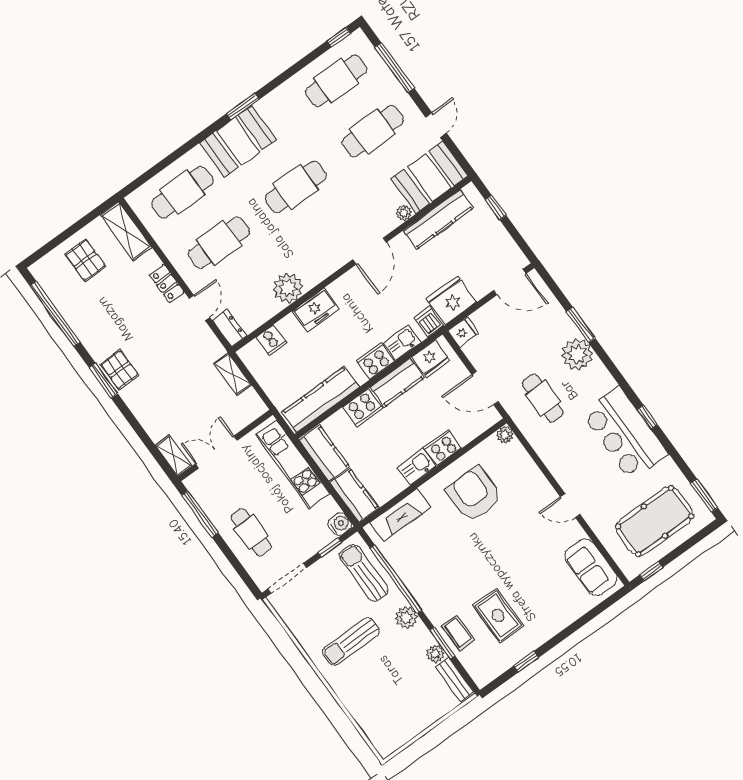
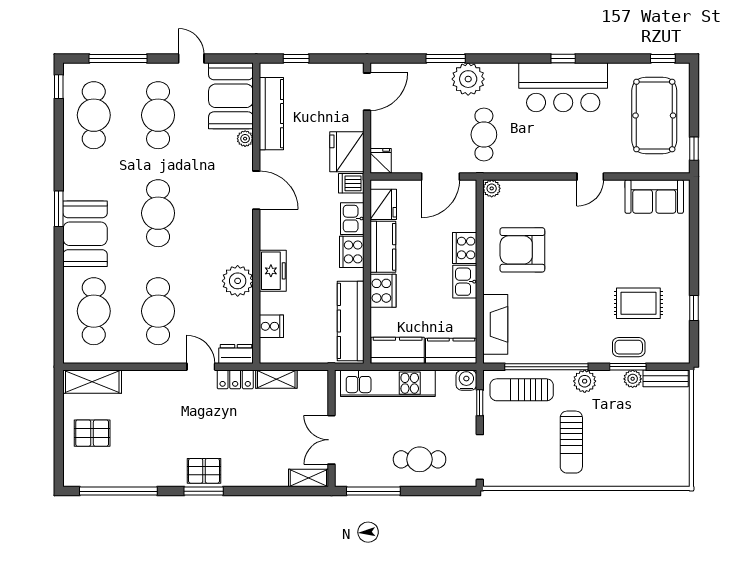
locker: (167, 283) -> (235, 379), moved
cafe table: (543, 398) -> (484, 135), turned 90
window: (704, 496) -> (663, 59), width x0.67

